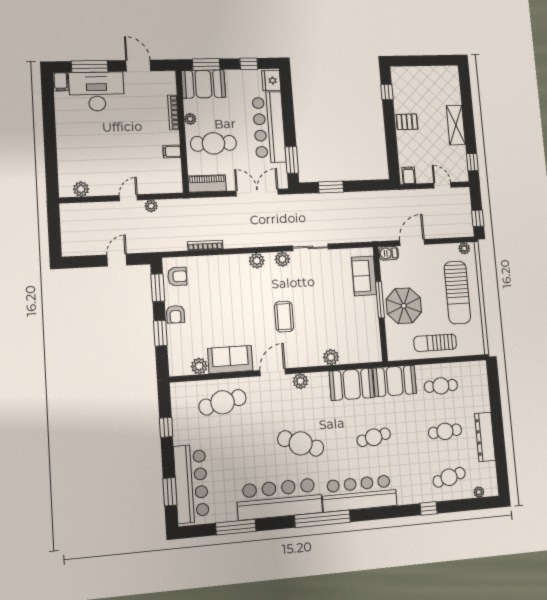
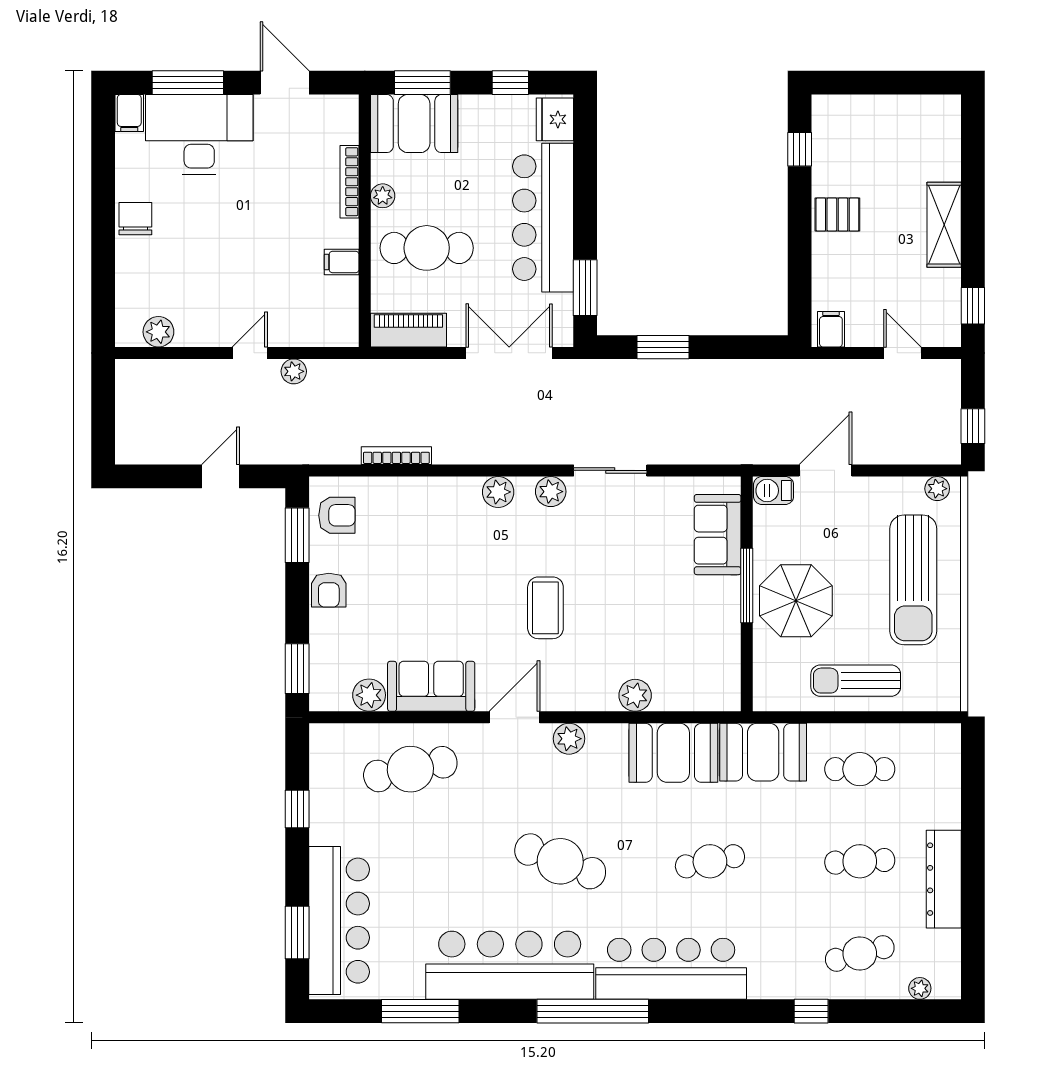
chair: (66, 133) -> (135, 219), added
window: (160, 333) -> (297, 669), moved

